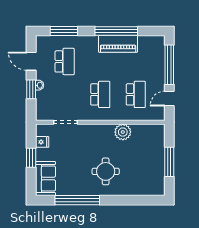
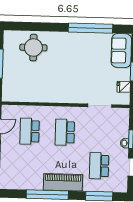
piano: (118, 44) -> (63, 182), moved
plant: (123, 132) -> (44, 94), removed
round table: (106, 171) -> (33, 48), moved

